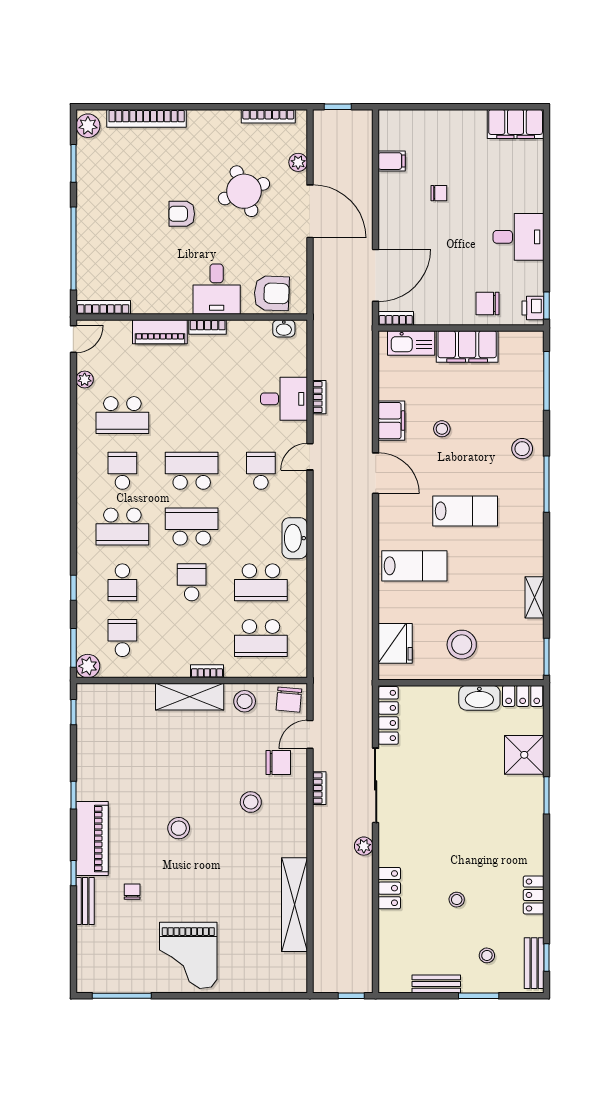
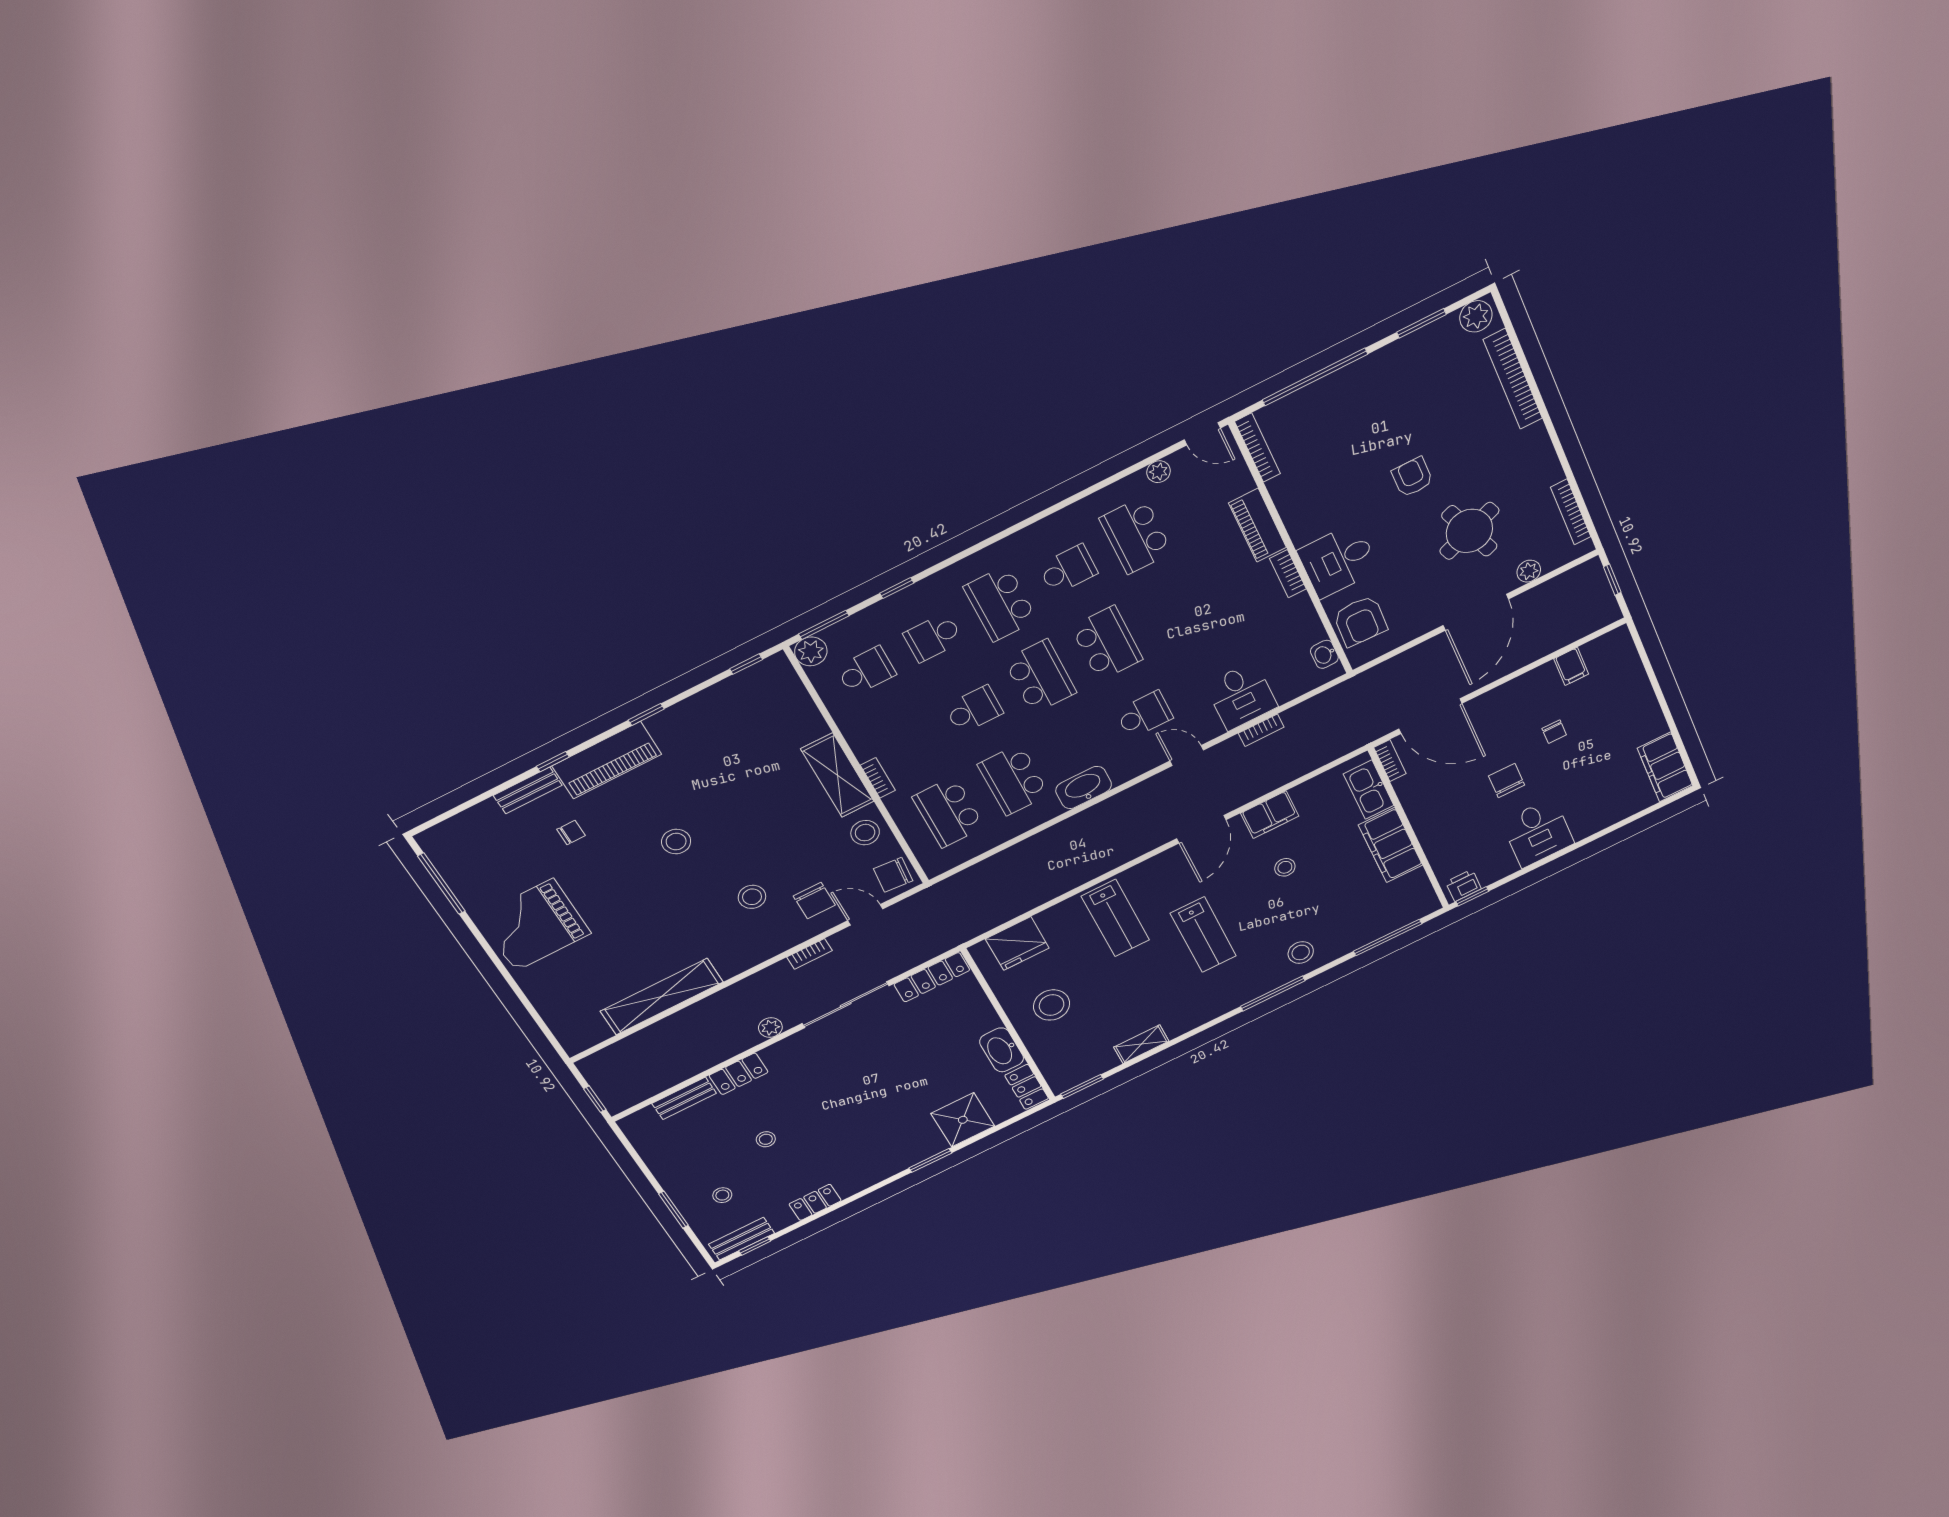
chair: (488, 303) -> (1507, 781), moved
bench: (436, 984) -> (684, 1098), moved, turned 90

